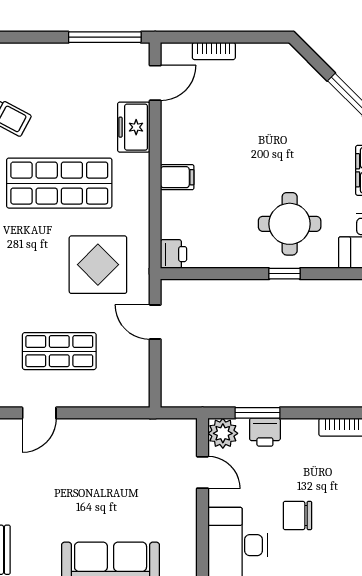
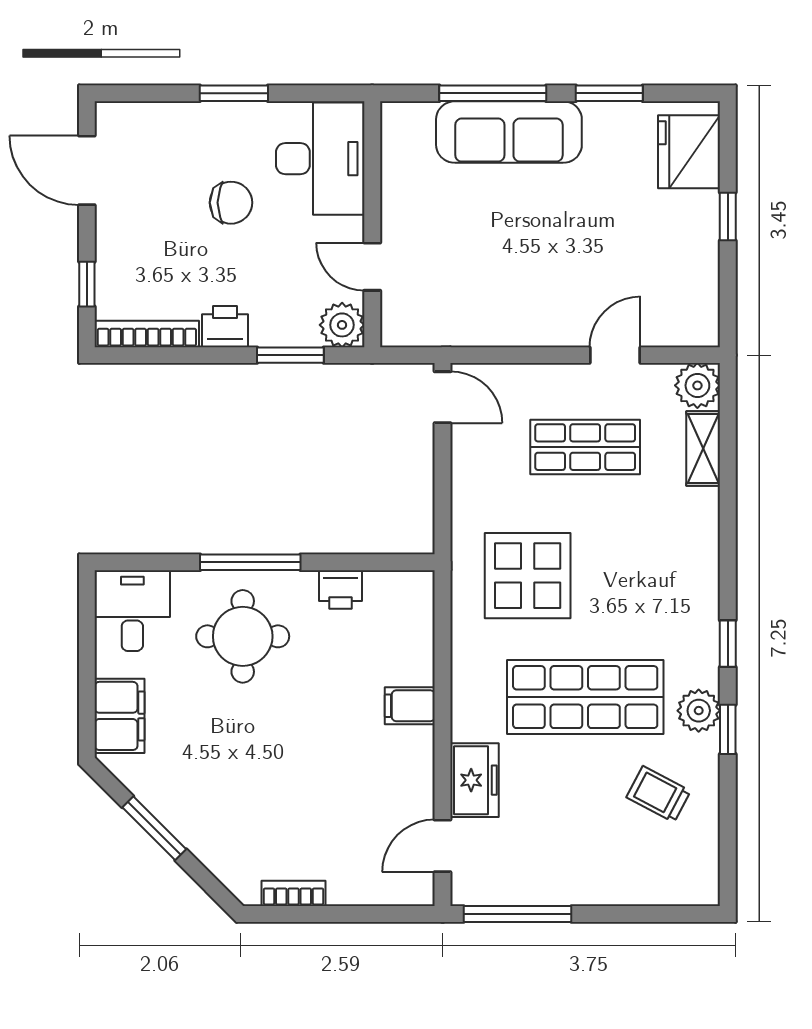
bookcase: (214, 51) -> (294, 893), moved
printer: (174, 254) -> (340, 589), moved, turned -90
window: (284, 274) -> (250, 562), width x2.17
door: (155, 322) -> (443, 397), moved
printer: (265, 432) -> (225, 327), moved

